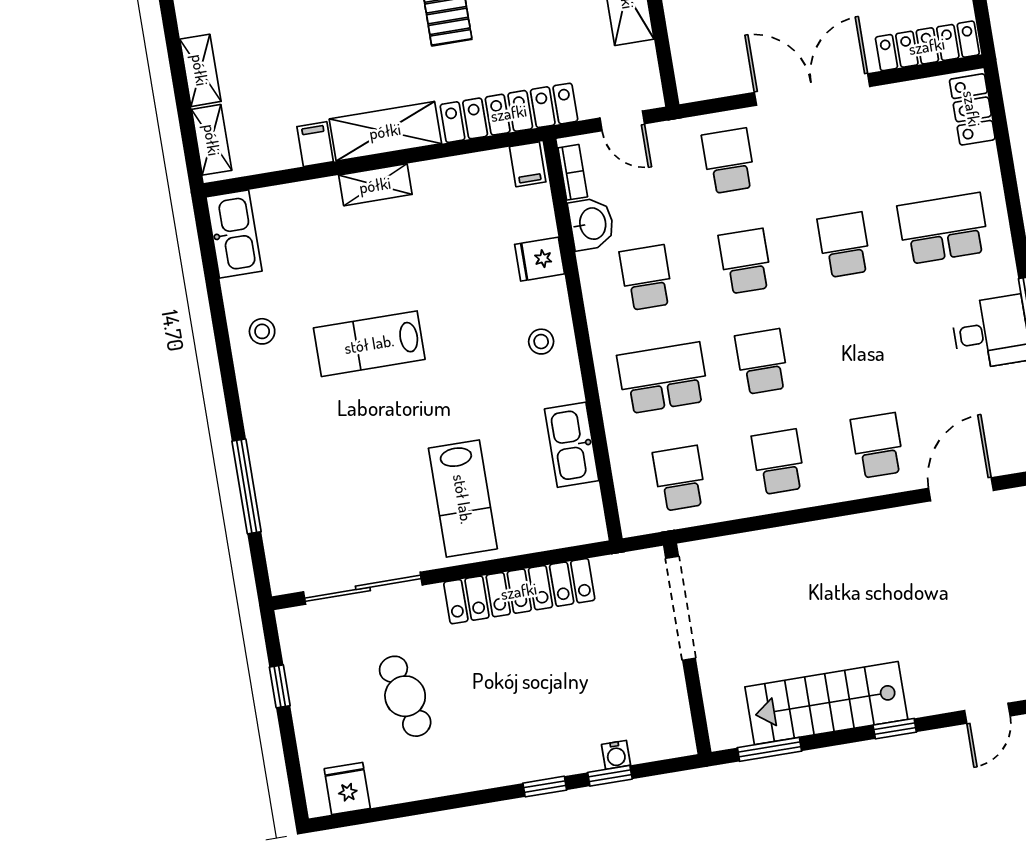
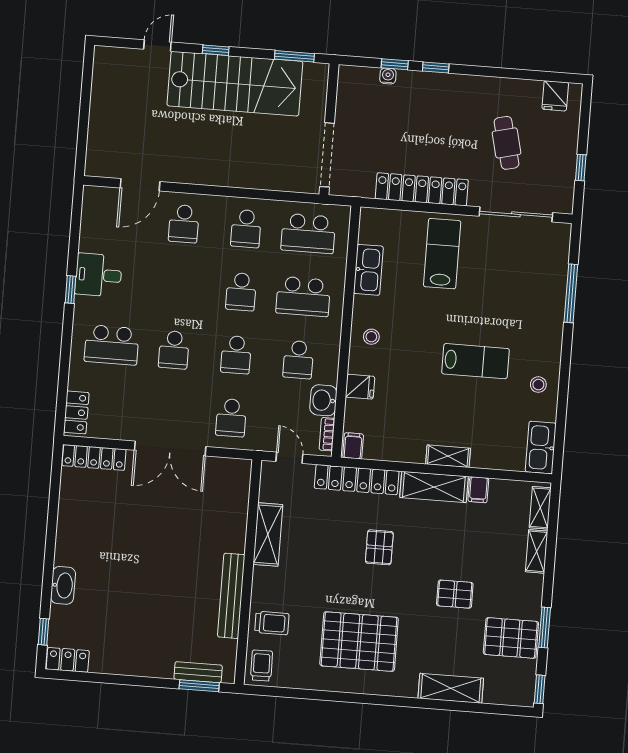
school desk: (680, 478) -> (308, 233), width x1.85
stairs: (826, 703) -> (235, 84), width x1.36, depth x1.51

